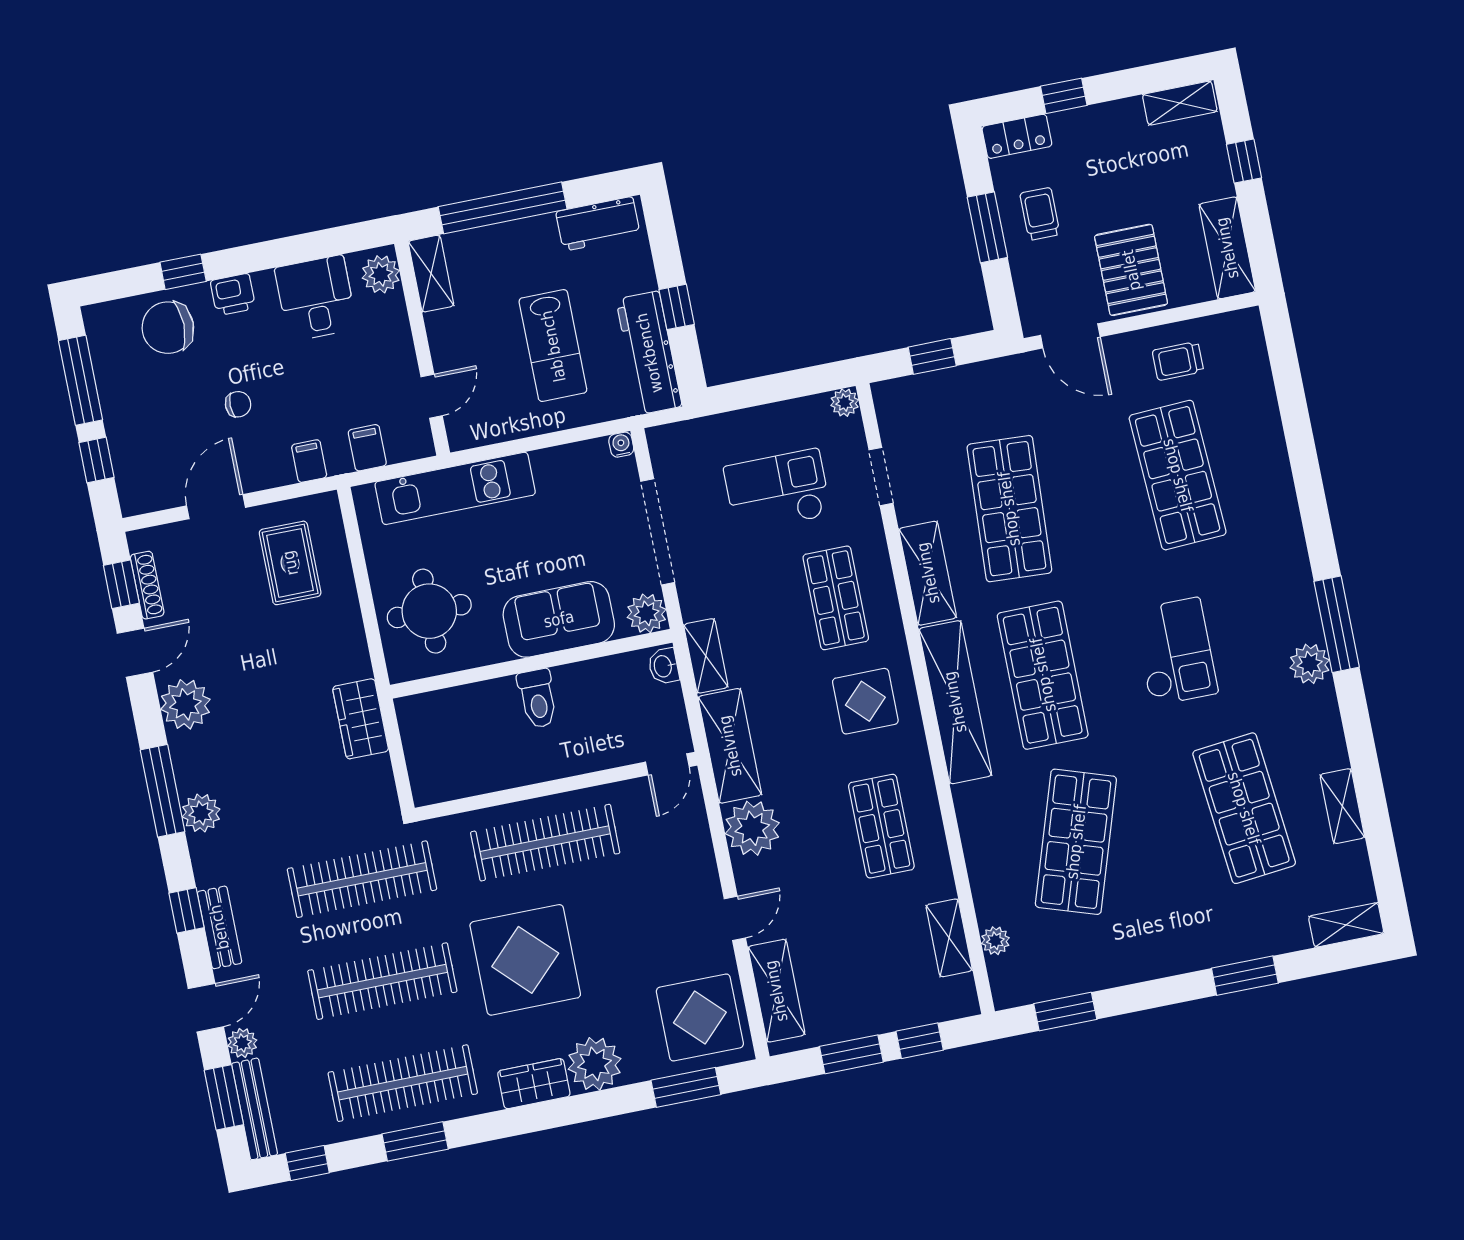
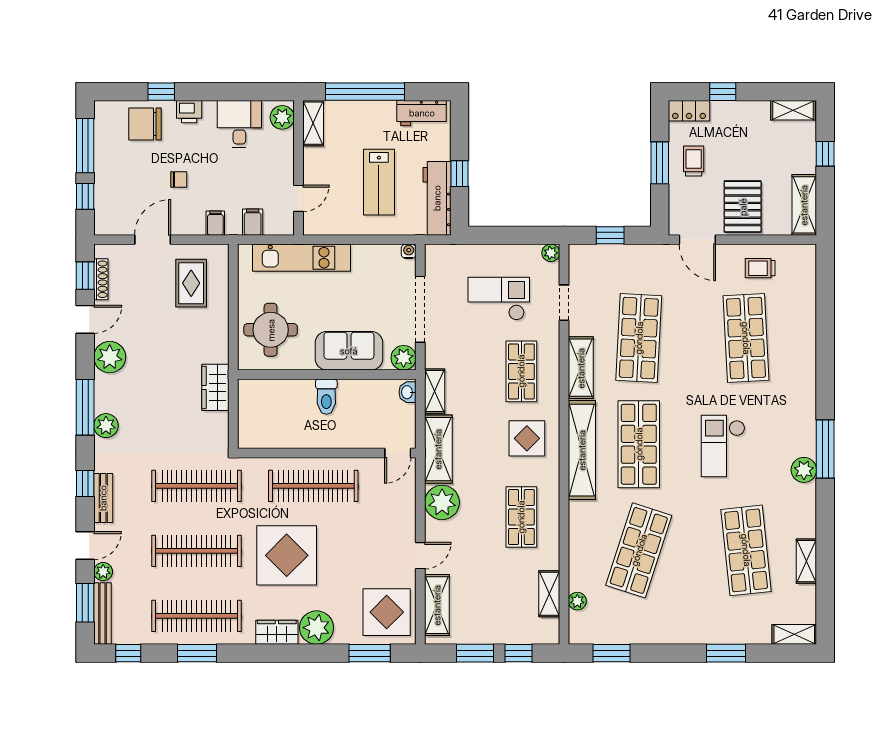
checkout: (1175, 652) -> (723, 446), turned 180

